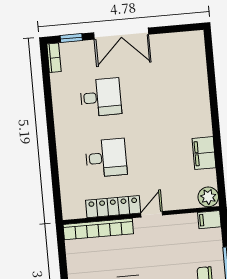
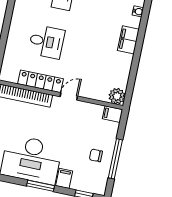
water cooler: (203, 90) -> (138, 11), added
filing cabinet: (204, 153) -> (128, 40), moved

